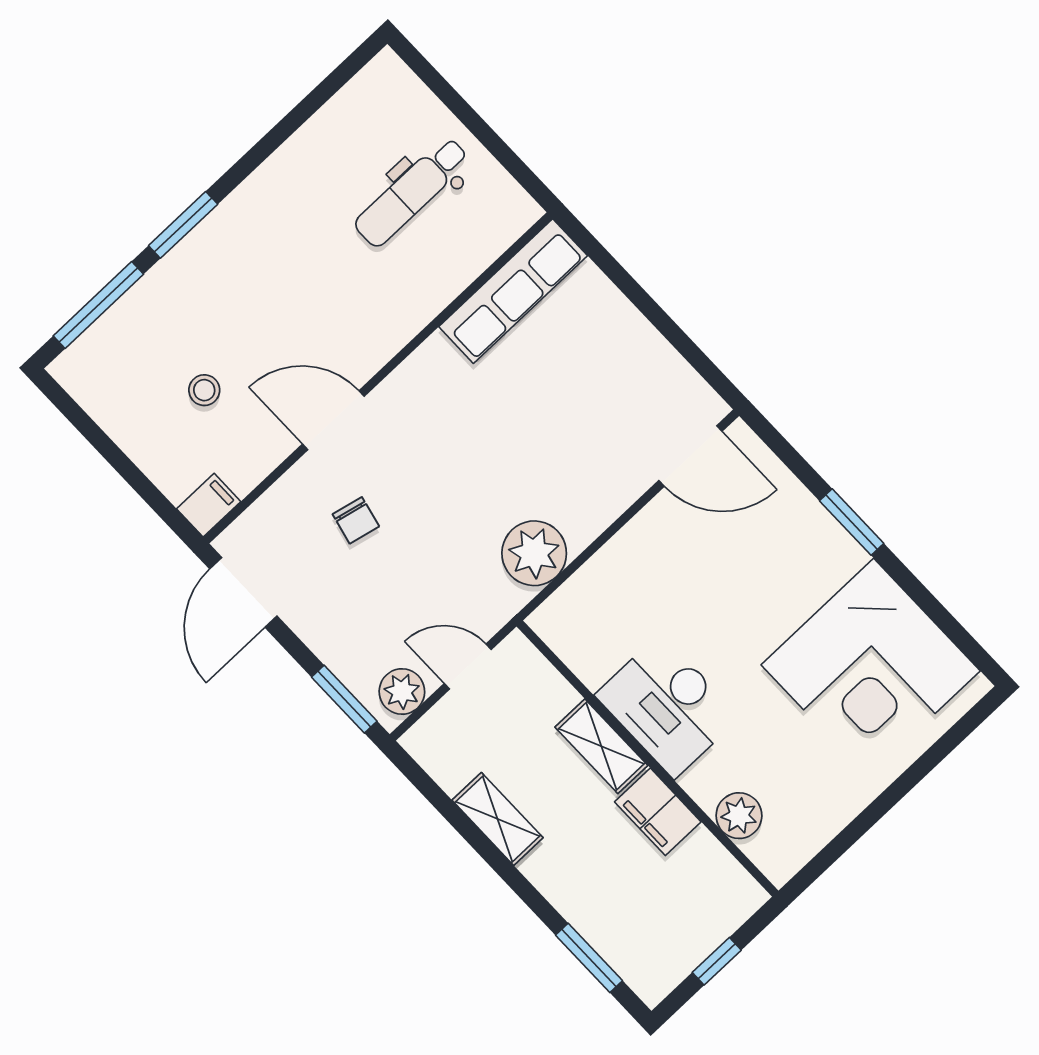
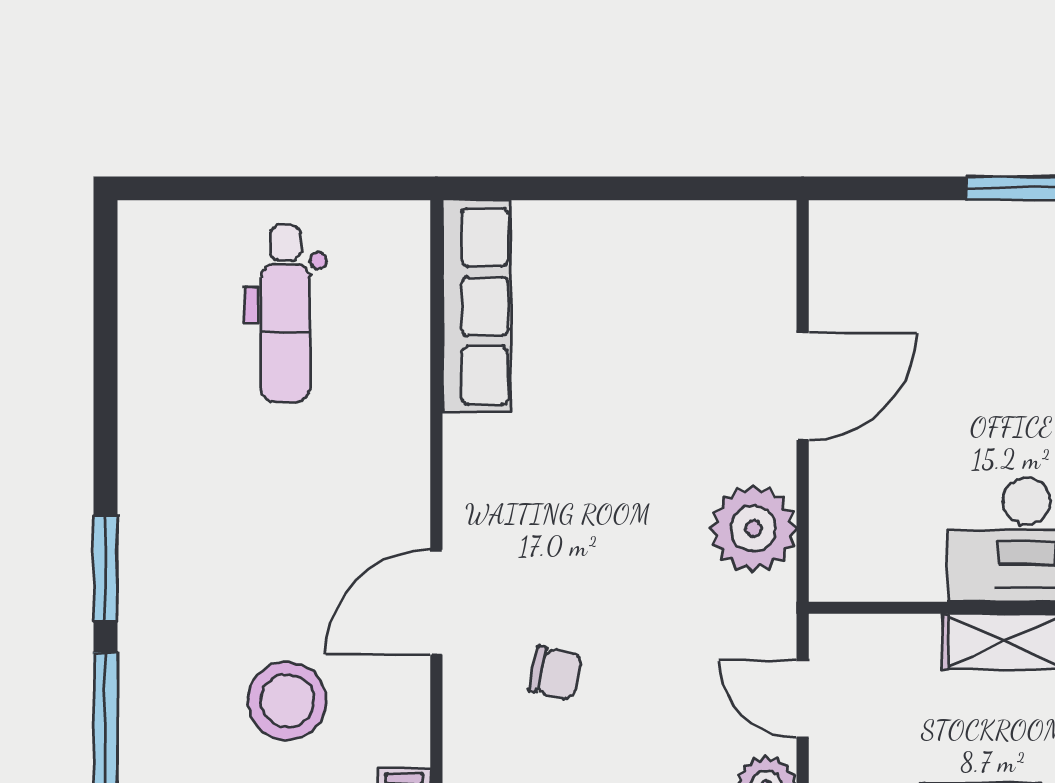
stool: (204, 390) -> (287, 701), width x1.89, depth x1.89
door: (690, 456) -> (803, 386), moved
door: (468, 667) -> (803, 699), hinge flipped

